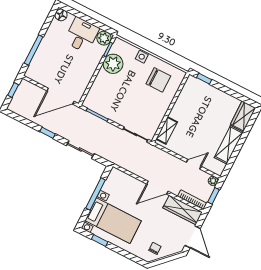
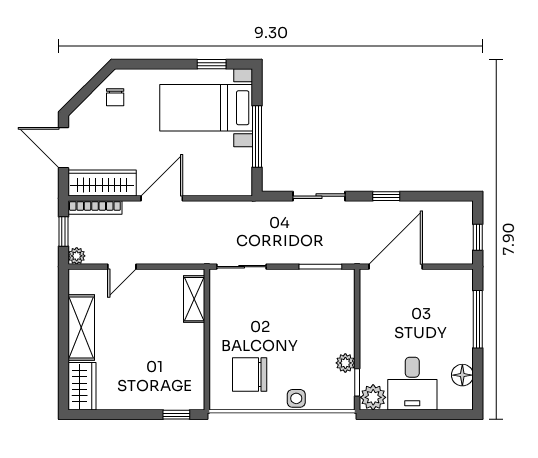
floor lamp: (61, 15) -> (462, 375), moved
plant: (113, 64) -> (345, 363), width x0.53, depth x0.53

